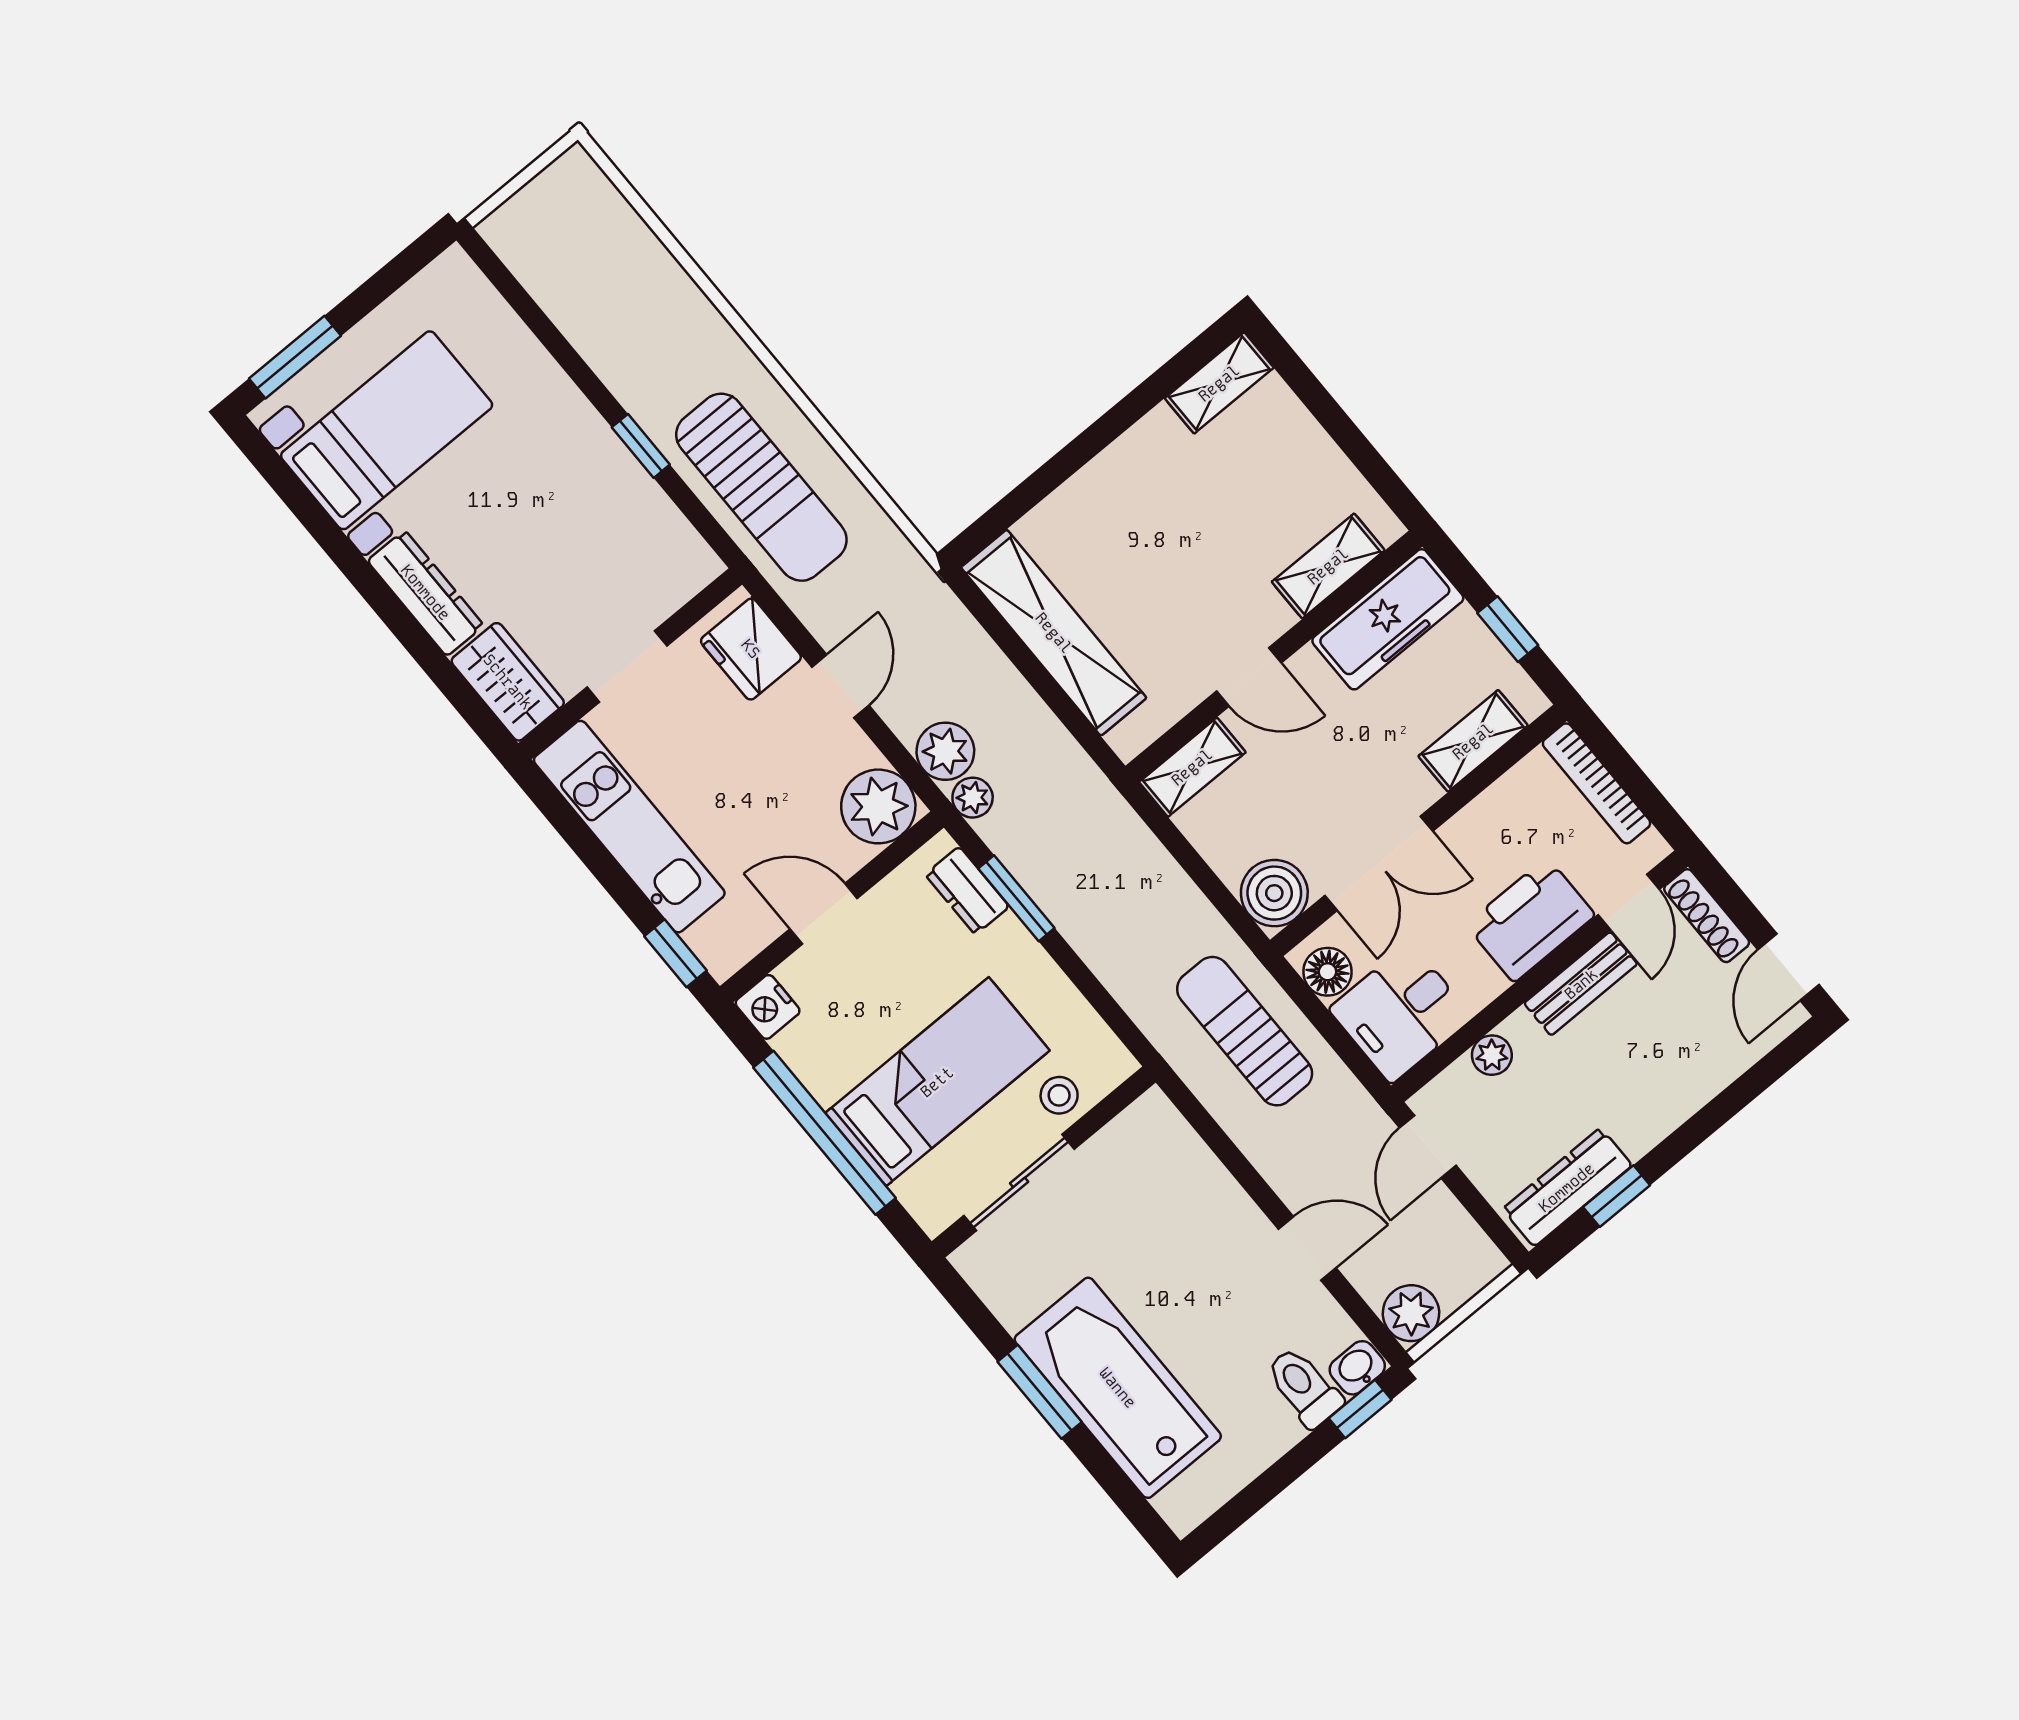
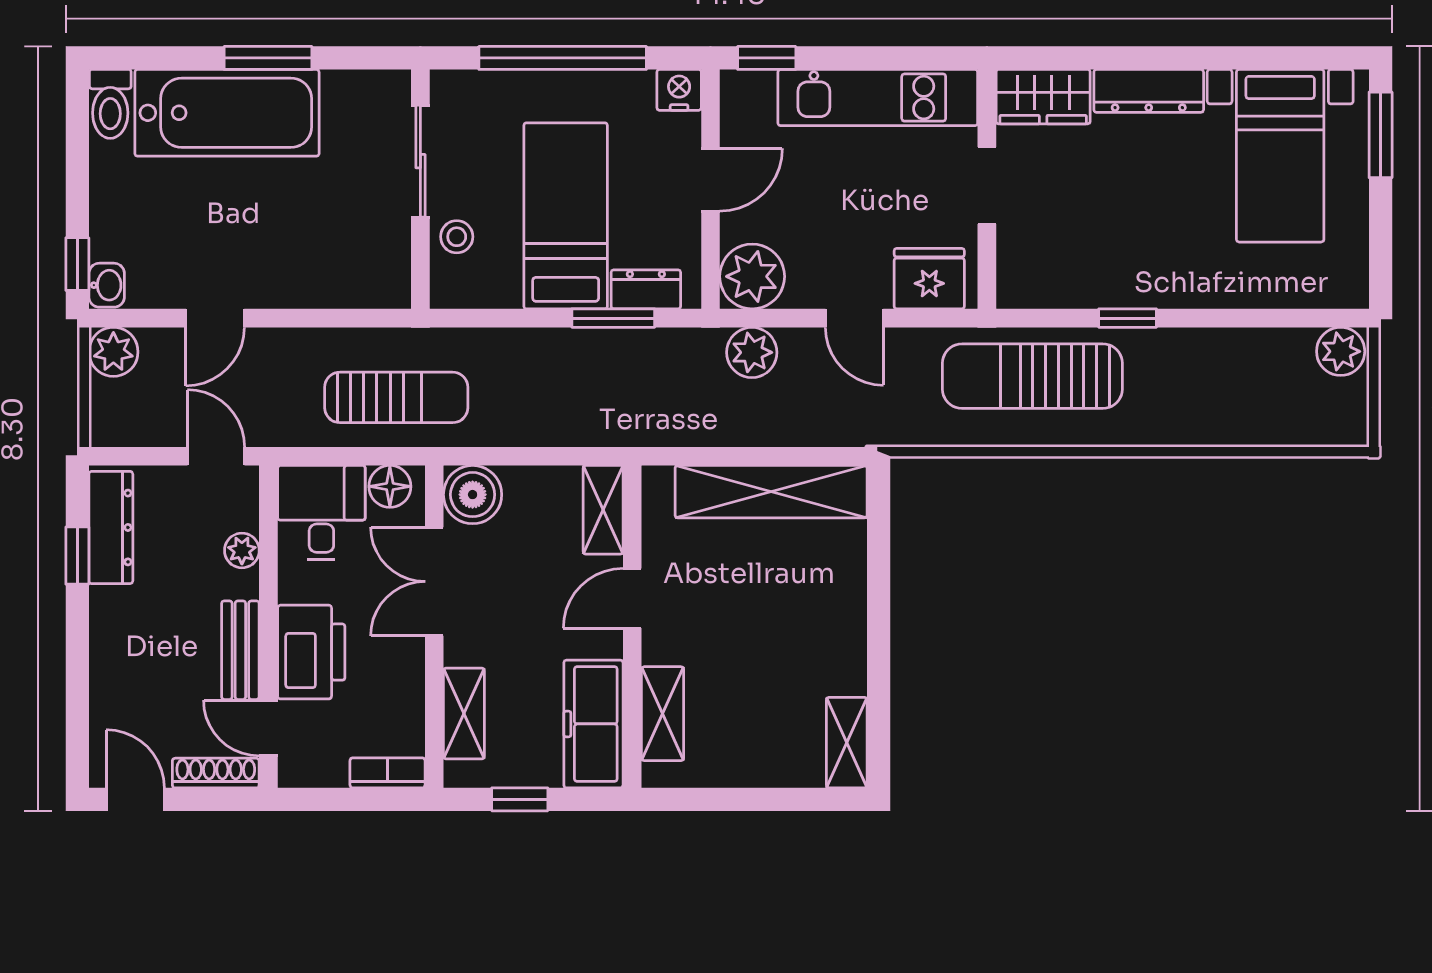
bookcase: (1596, 783) -> (387, 773), width x0.64
plant: (973, 798) -> (1341, 351), moved, width x1.38, depth x1.38
bed: (937, 1082) -> (566, 216), moved, turned 180
toilet: (1304, 1387) -> (110, 104), moved, turned 90

